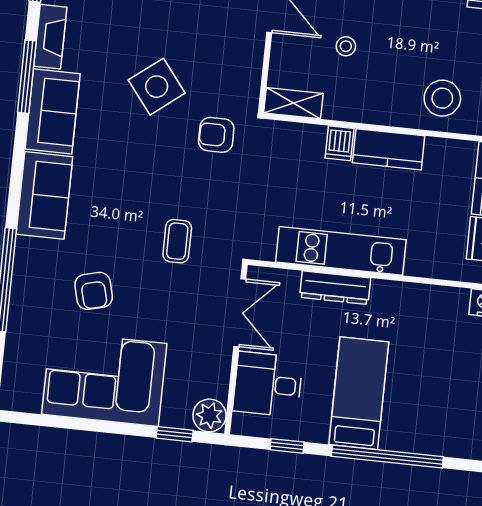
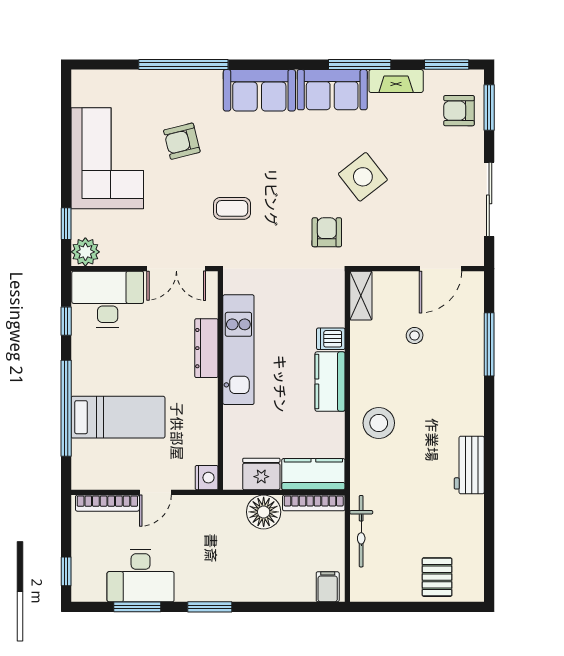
desk: (268, 384) -> (108, 299), width x1.37
bed: (359, 393) -> (118, 417), moved

